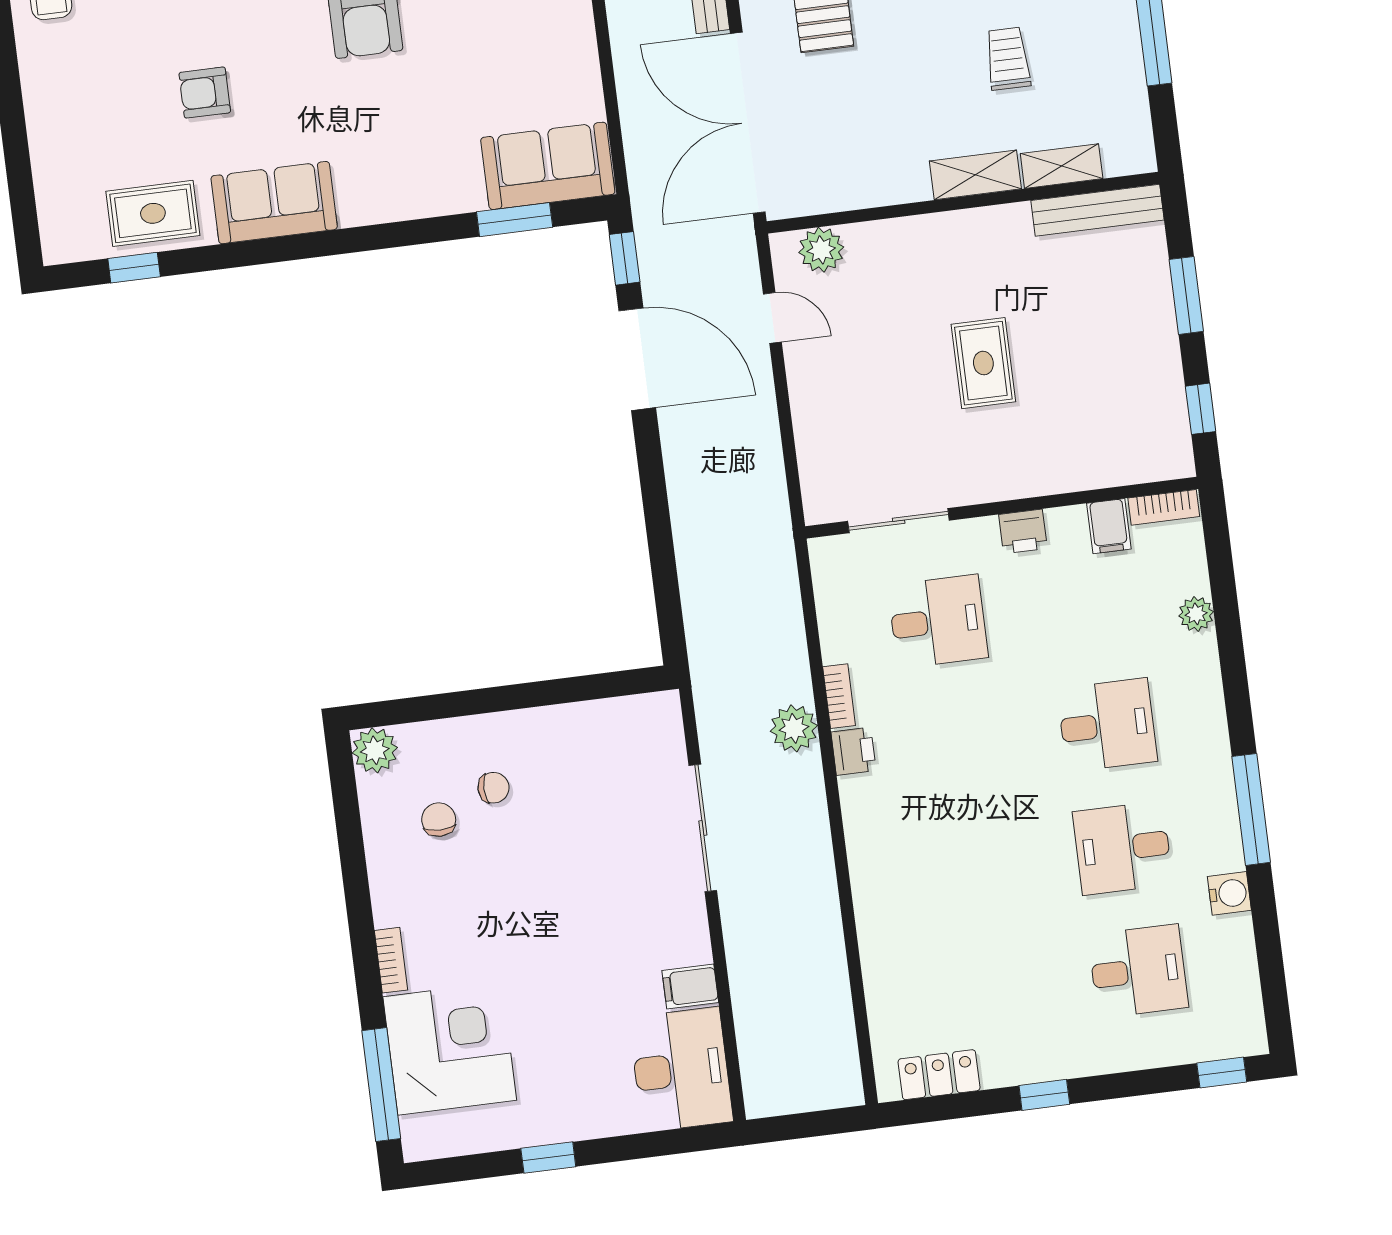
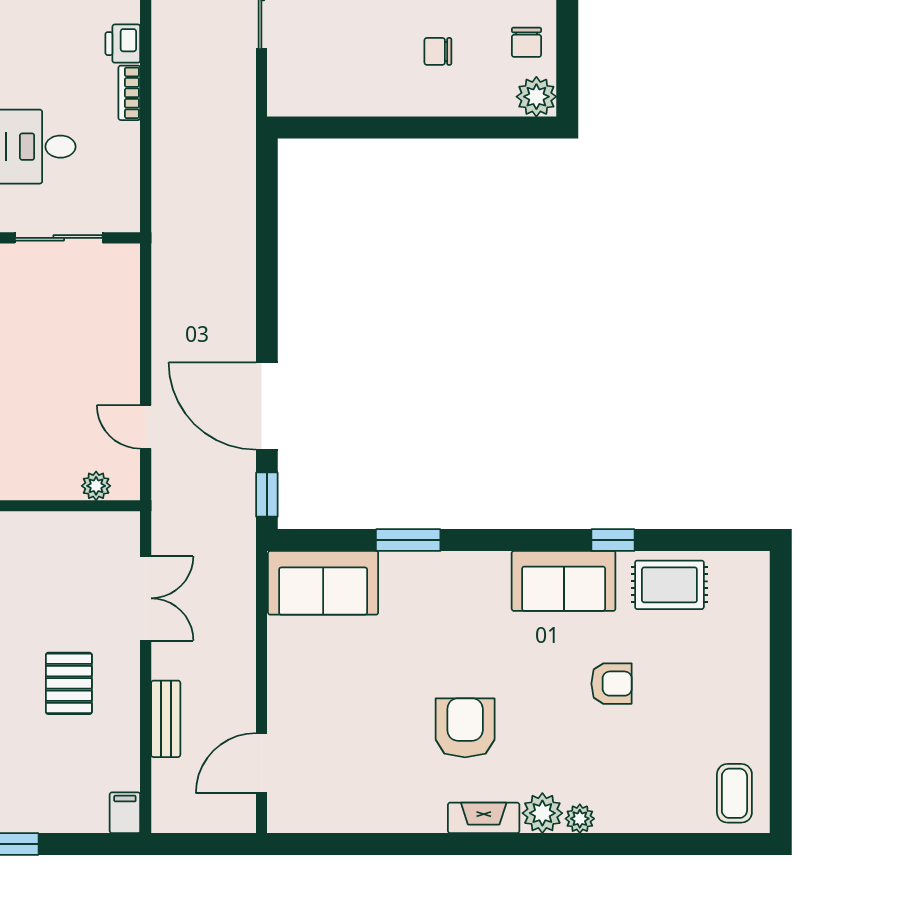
double door: (748, 123) -> (146, 598), width x0.54
window: (515, 220) -> (408, 540), moved
plant: (821, 250) -> (96, 486), width x0.73, depth x0.73
window: (134, 268) -> (613, 540), moved
plant: (794, 728) -> (172, 70), removed
chair: (439, 820) -> (527, 42), moved

